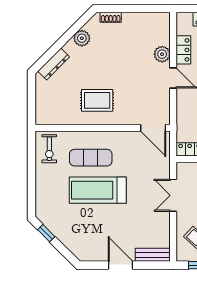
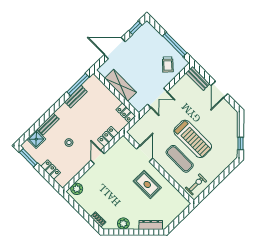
locker: (183, 50) -> (108, 137), moved
plant: (162, 54) -> (77, 189), moved
door: (153, 128) -> (145, 154), moved

